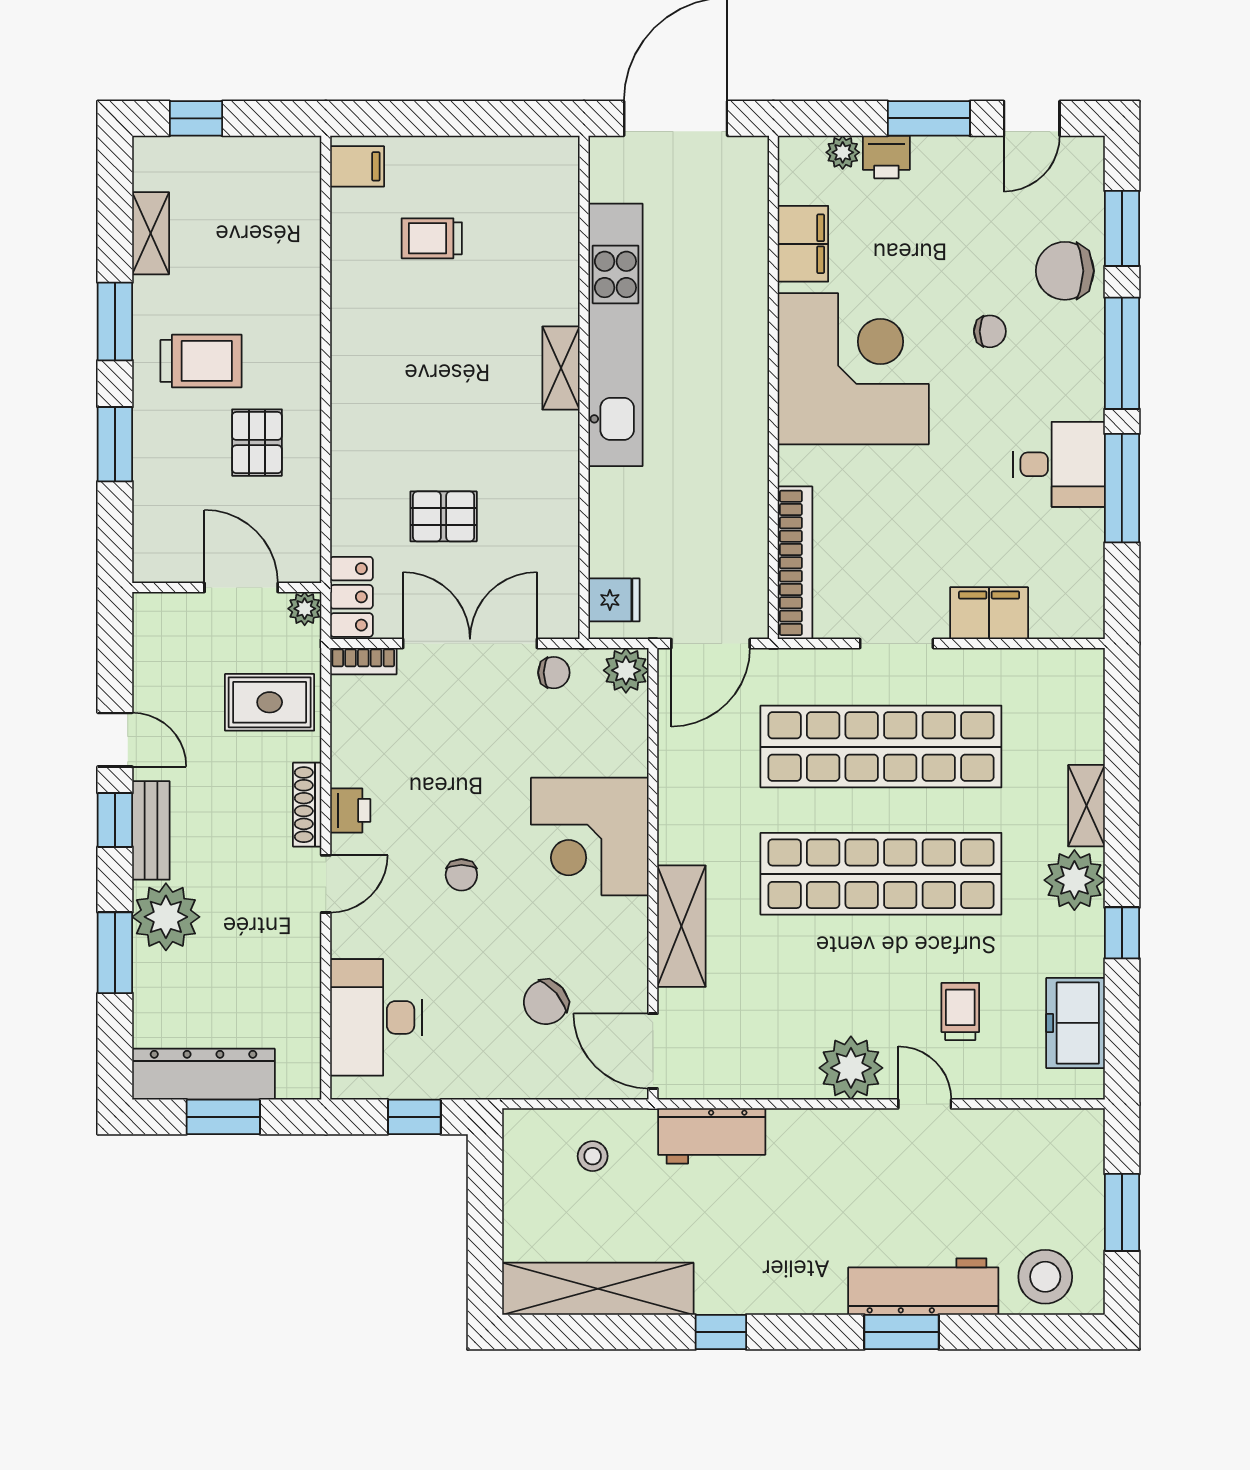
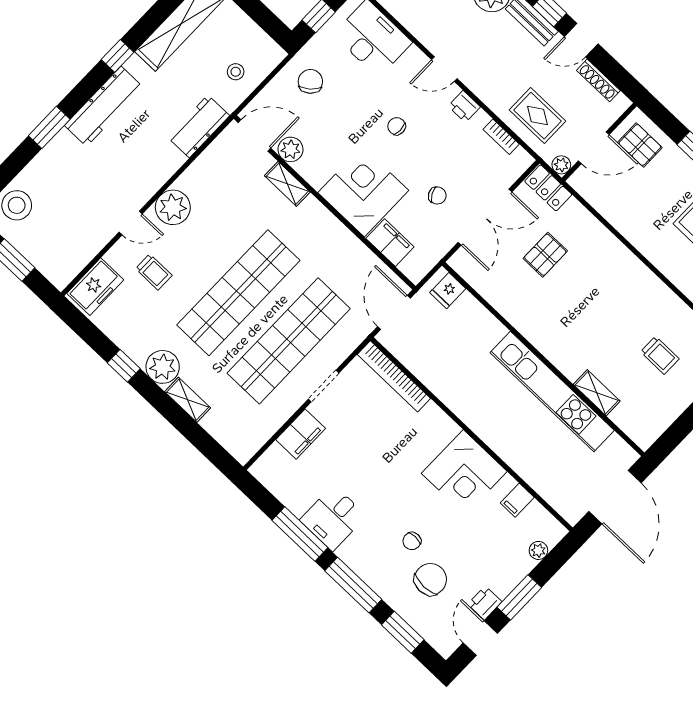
printer: (886, 157) -> (485, 603), moved
trolley: (432, 238) -> (660, 355), turned 90
filing cabinet: (803, 244) -> (517, 500), width x0.50
chair: (1065, 271) -> (430, 579), moved
shelving: (561, 368) -> (597, 393), moved
corner desk: (853, 369) -> (464, 472), width x0.74, depth x0.74
pallet: (257, 443) -> (640, 145), moved
bookcase: (363, 661) -> (501, 137), moved, turned -90
plant: (626, 670) -> (290, 149), moved
chair: (554, 673) -> (437, 196), moved, turned -118
rug: (270, 702) -> (537, 116), turned 90
filing cabinet: (624, 737) -> (390, 243), added
shoe rack: (307, 805) -> (598, 80), moved, turned 180
door: (326, 884) -> (444, 69), hinge flipped
shelving: (681, 926) -> (287, 184), width x0.67, depth x0.75
chair: (546, 1002) -> (310, 81), moved
freezer: (1075, 1023) -> (95, 287), moved, turned 90
workbench: (923, 1287) -> (104, 106), moved

